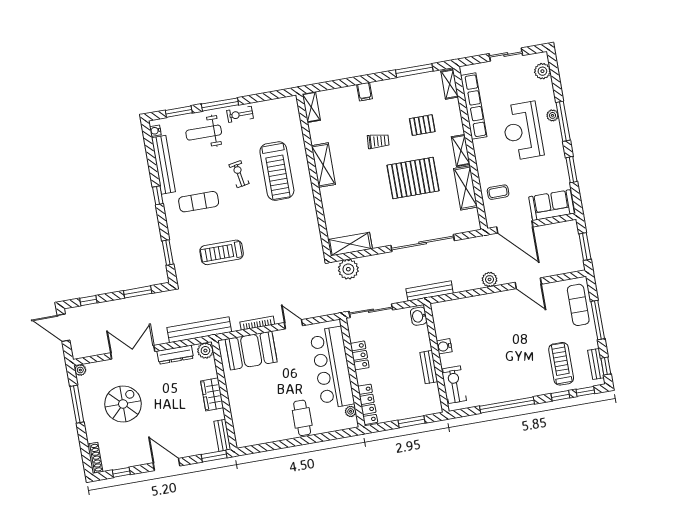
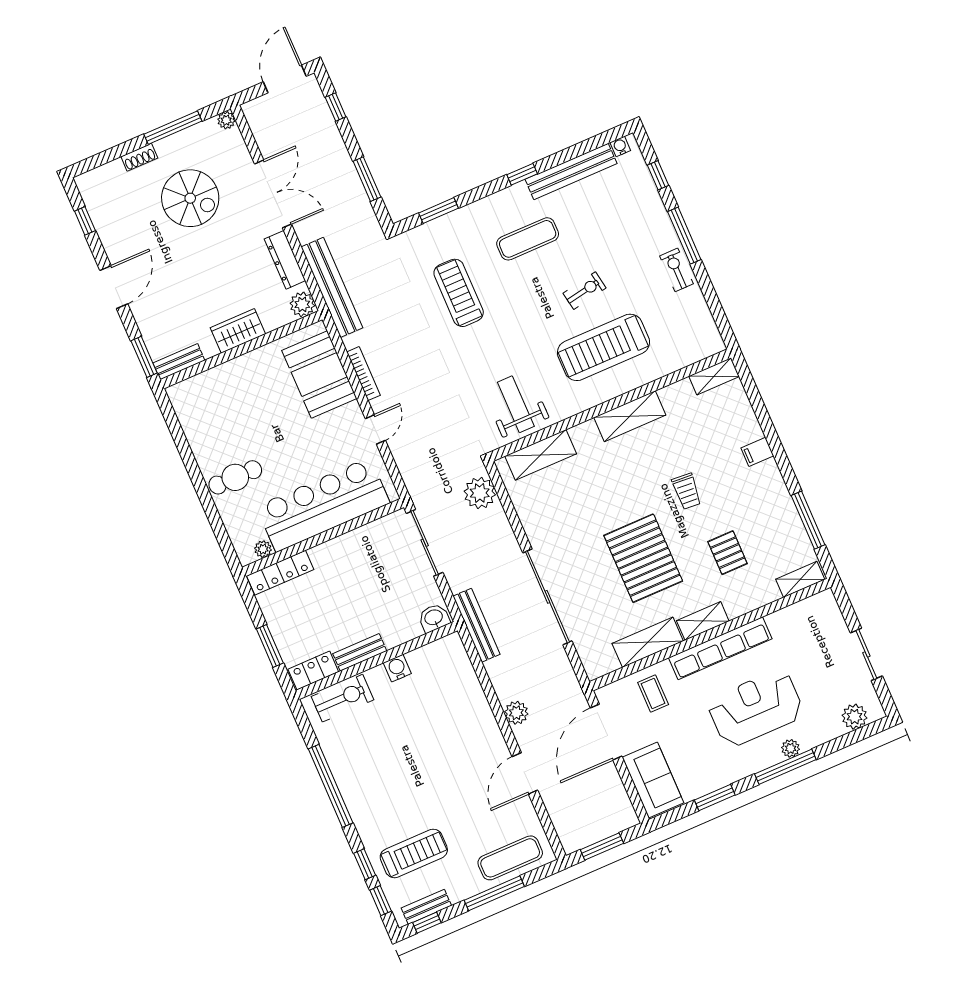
row of seats: (474, 106) -> (720, 648), moved
window: (179, 112) -> (658, 175), width x0.67
weight bench: (204, 133) -> (516, 404), moved
exercise mat: (199, 202) -> (528, 239), turned 90
shelving: (350, 244) -> (541, 455), moved, turned 90
locker: (360, 355) -> (313, 671), moved, turned 180
shoe rack: (95, 458) -> (139, 157), moved, width x0.70

